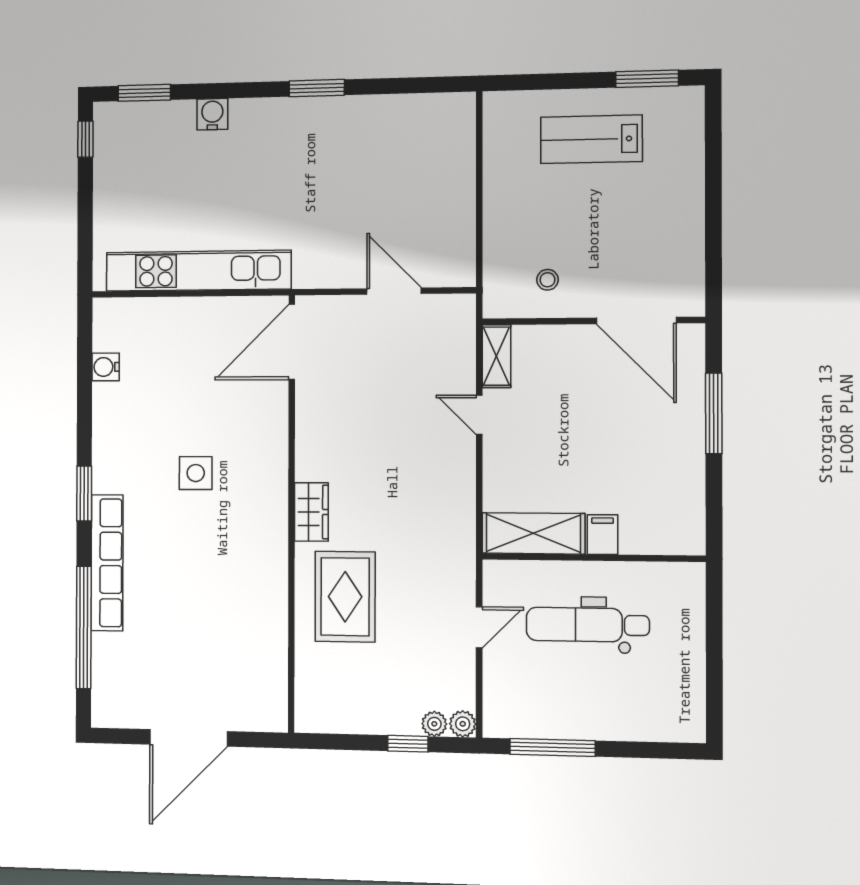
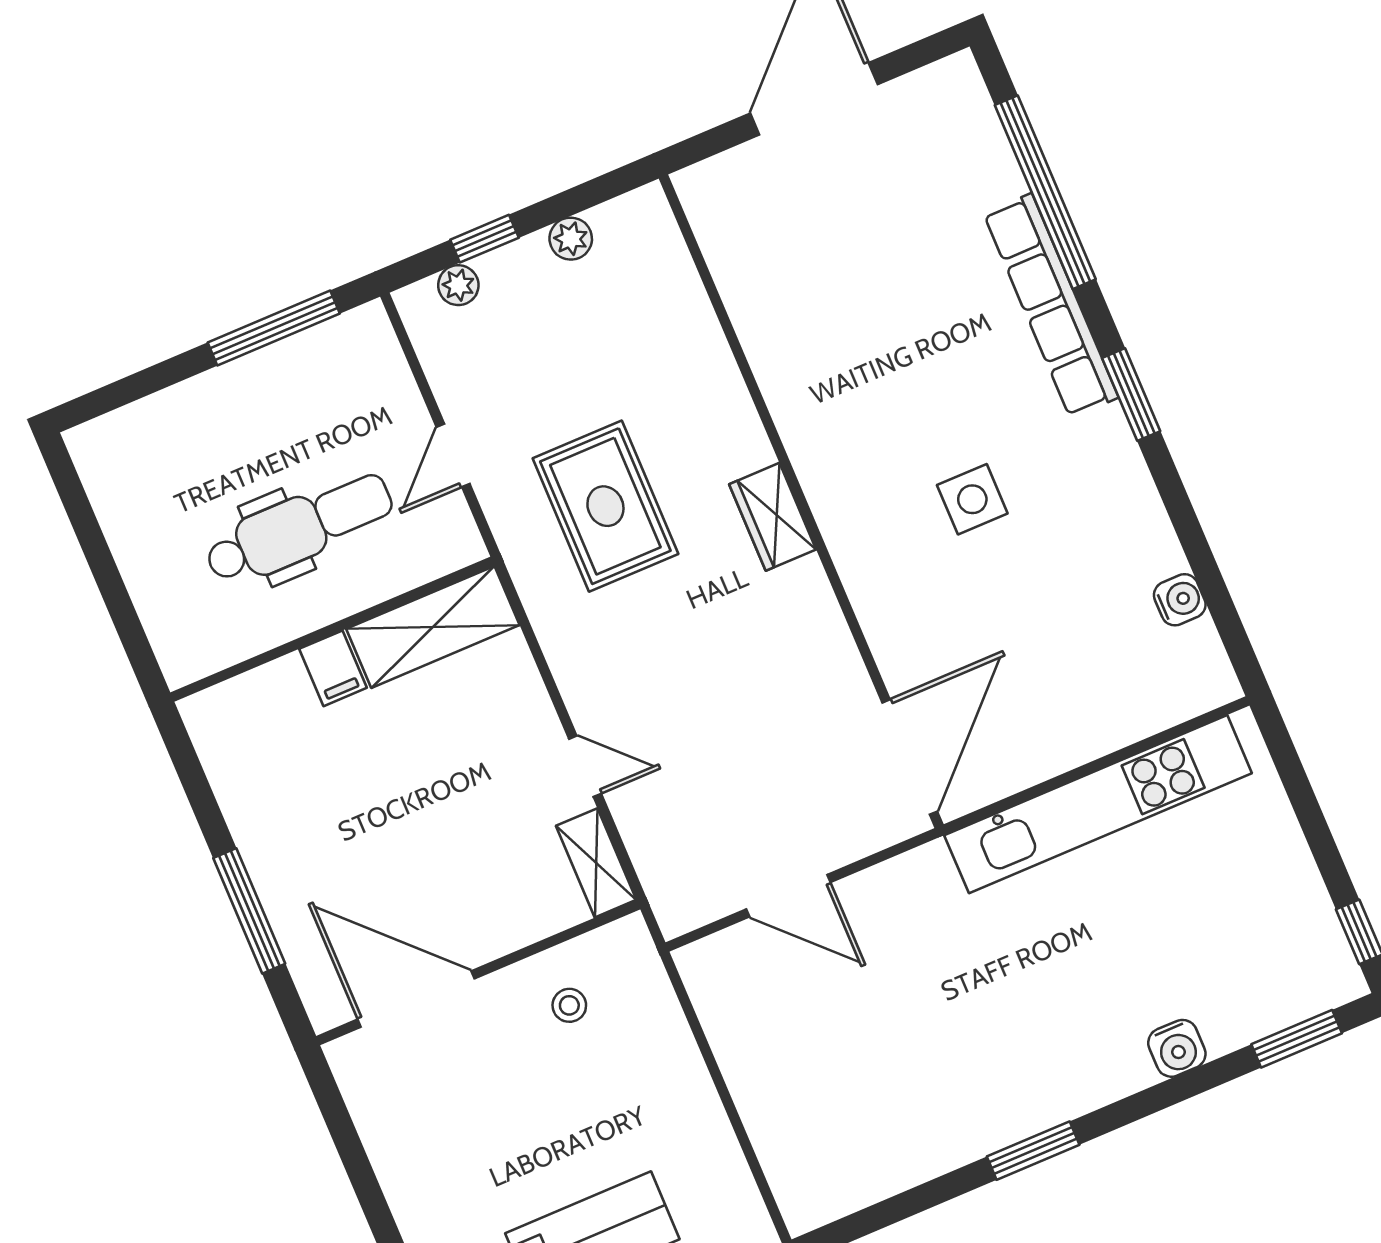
rug: (345, 597) -> (605, 506), moved
plant: (463, 724) -> (571, 239), moved

